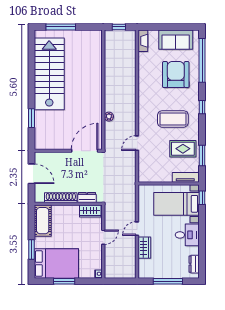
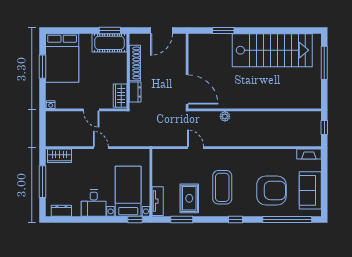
wardrobe: (144, 248) -> (59, 156), moved
window: (31, 250) -> (110, 30), moved

